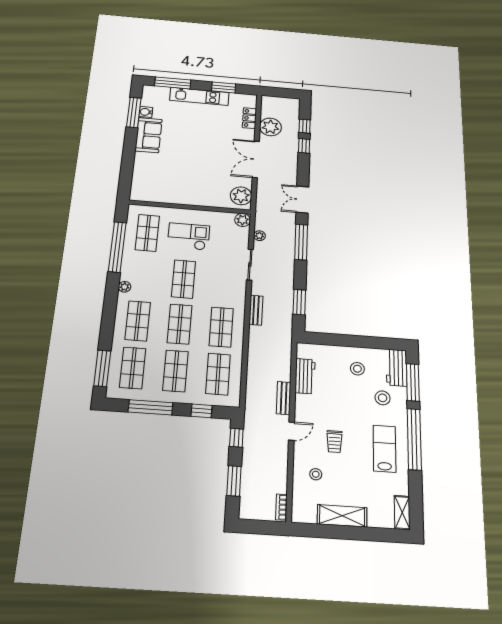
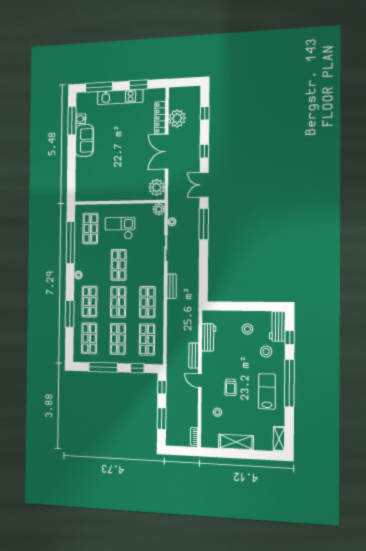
locker: (249, 118) -> (160, 118), width x1.53
window: (304, 146) -> (204, 151), moved
window: (299, 302) -> (203, 277), removed
window: (102, 368) -> (70, 314), moved
window: (413, 382) -> (290, 338), width x0.46
door: (292, 431) -> (200, 381), swing flipped

